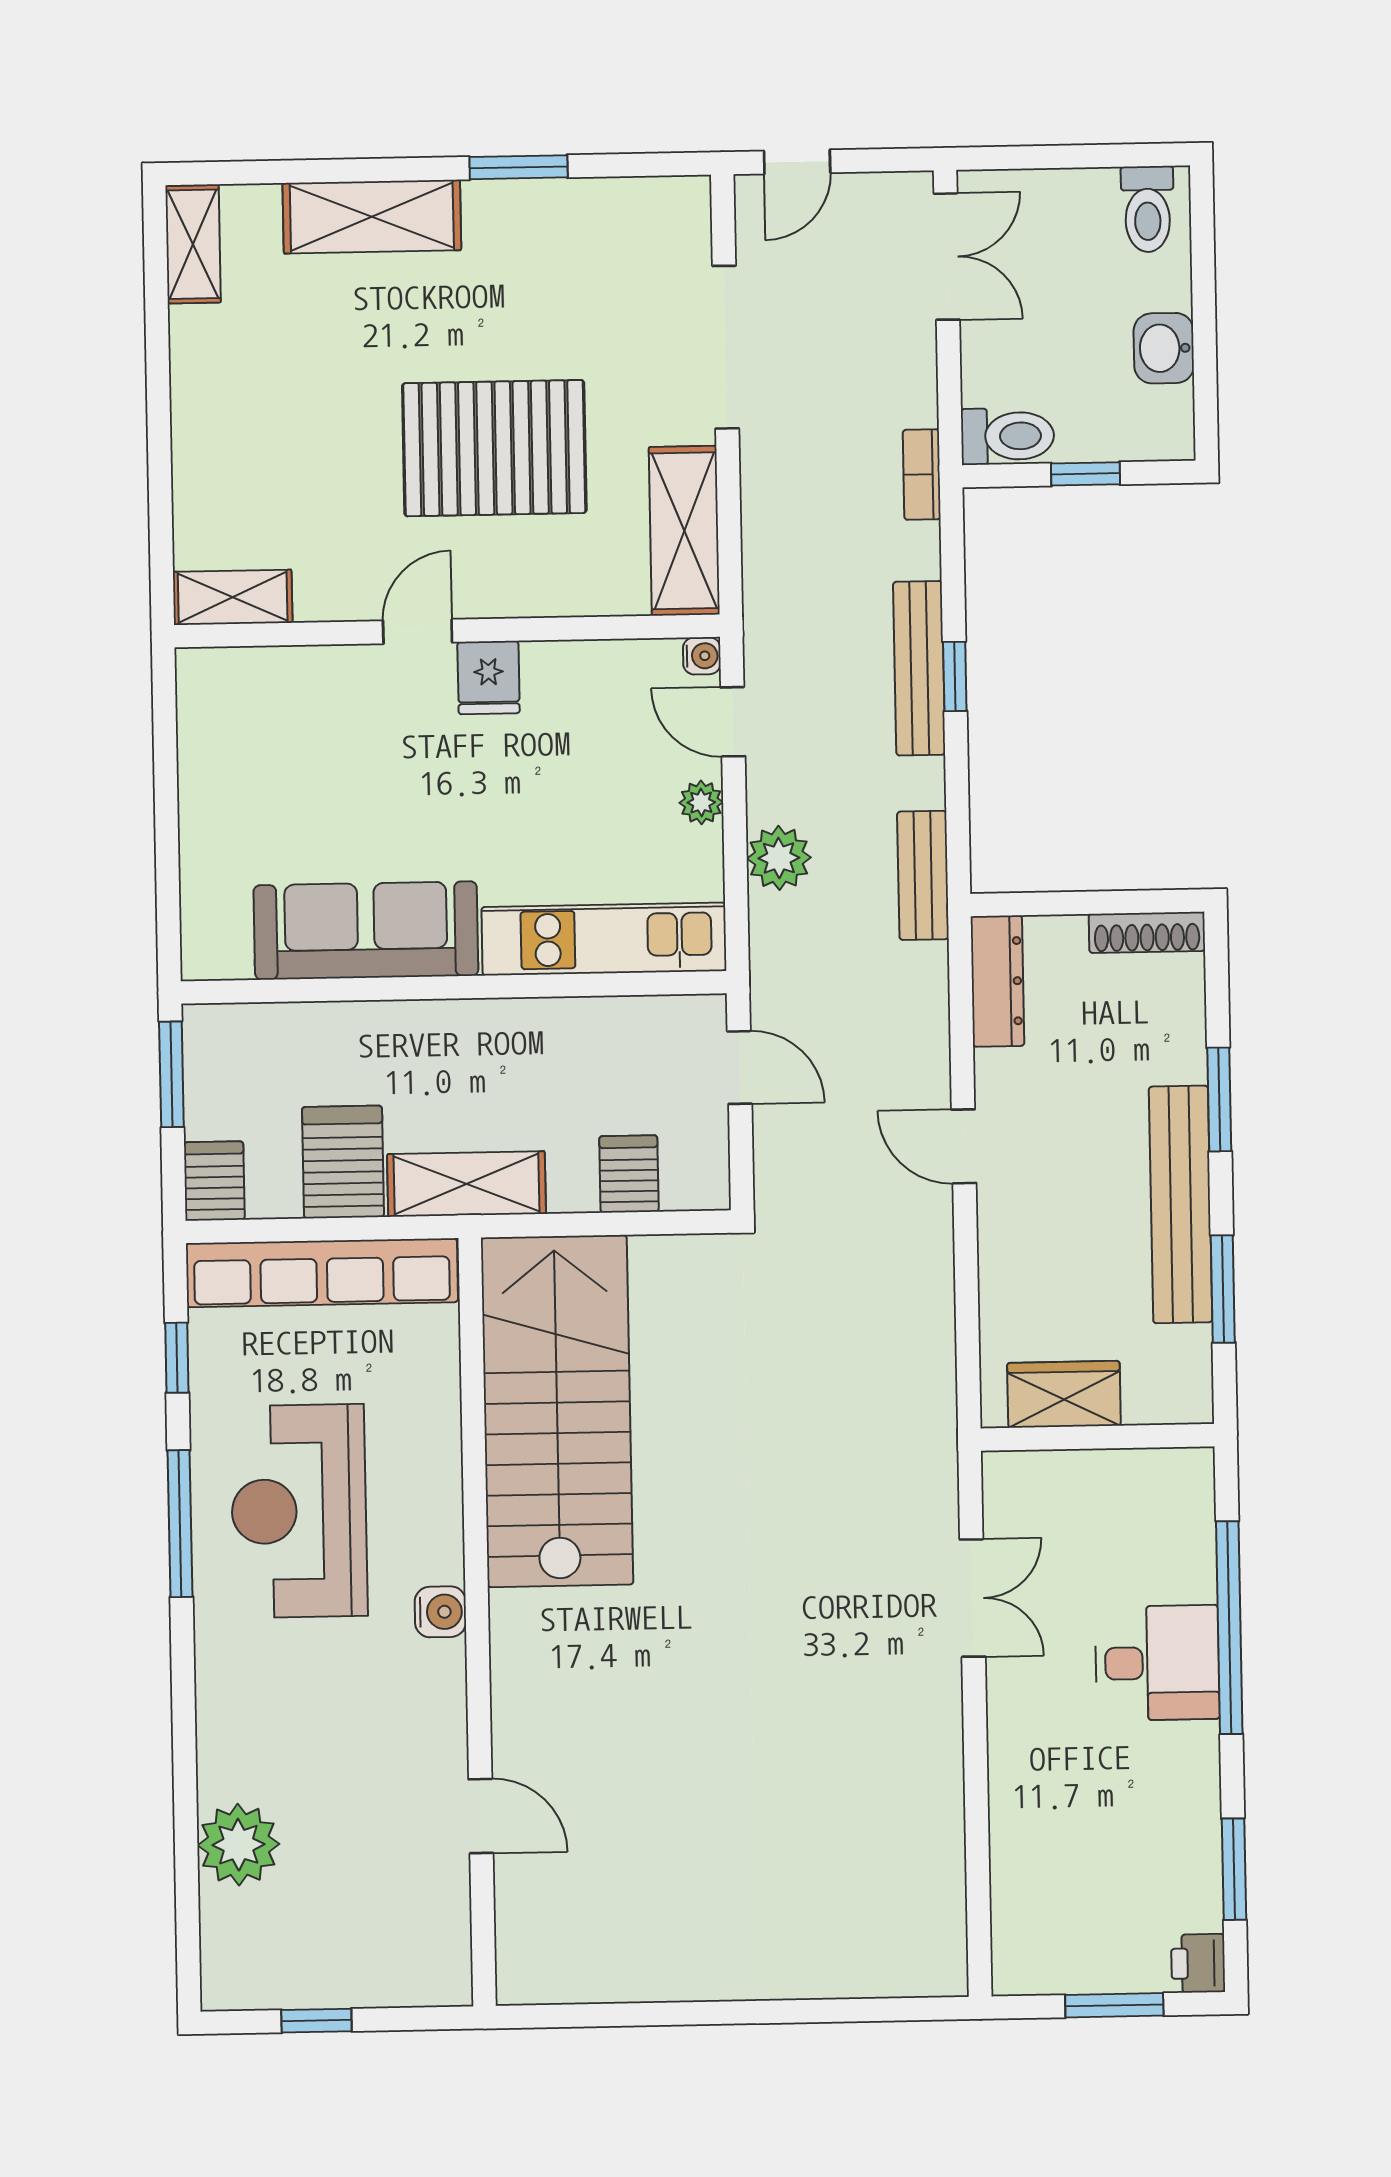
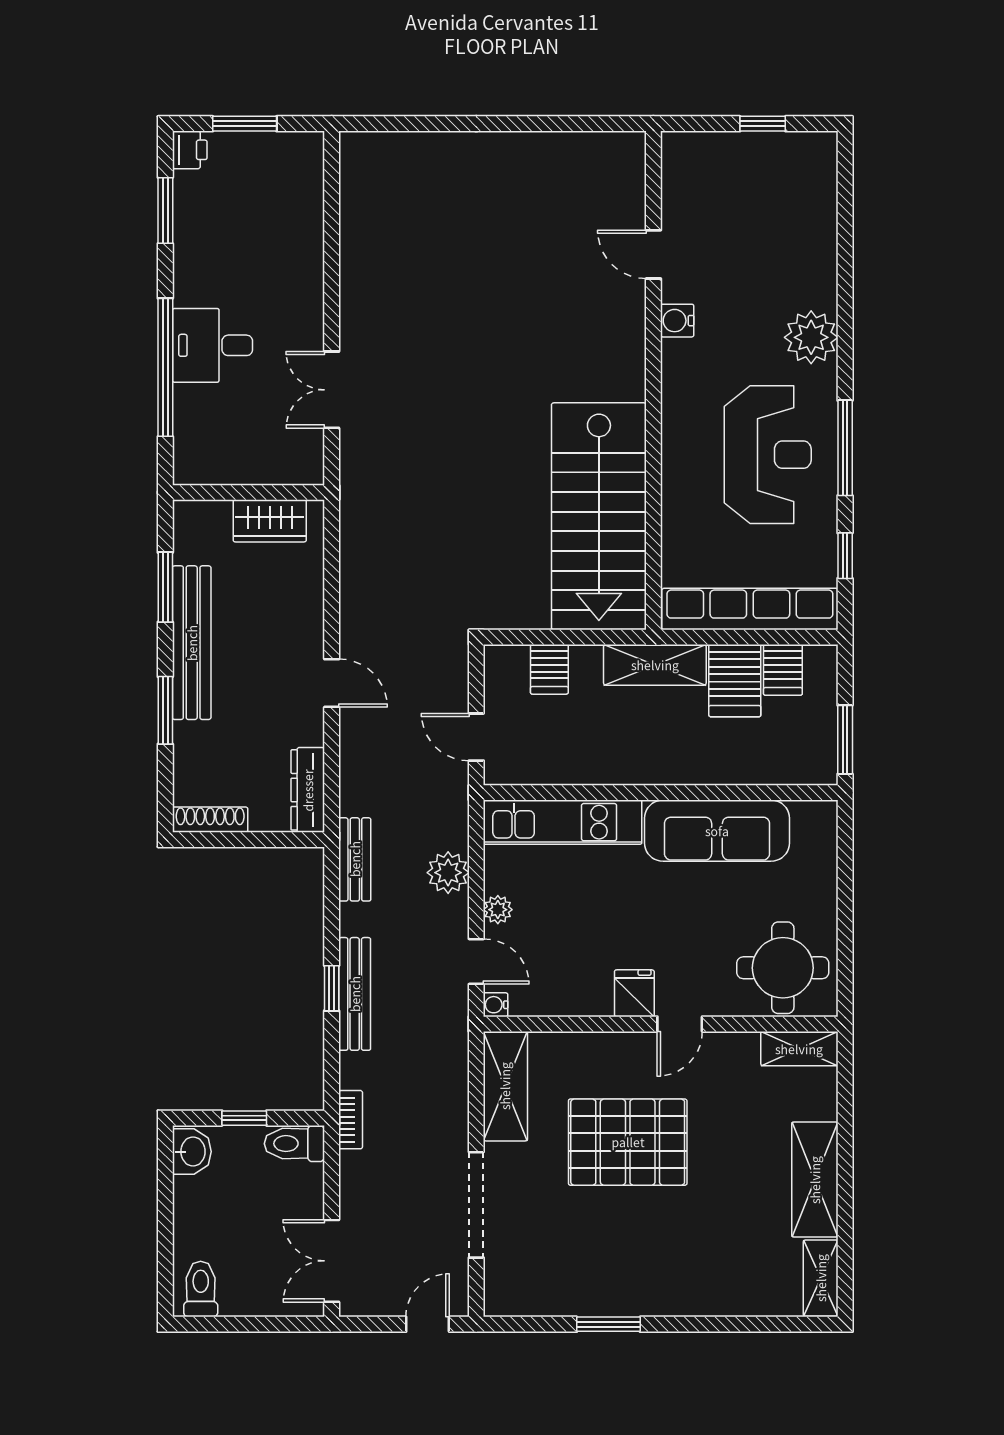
shelving: (372, 217) -> (815, 1180), moved, turned 90
washbasin: (1164, 348) -> (192, 1152), moved
round table: (261, 721) -> (783, 968), added
server rack: (214, 1181) -> (783, 670), moved
water cooler: (440, 1612) -> (677, 321), moved
plant: (238, 1845) -> (811, 337), moved

